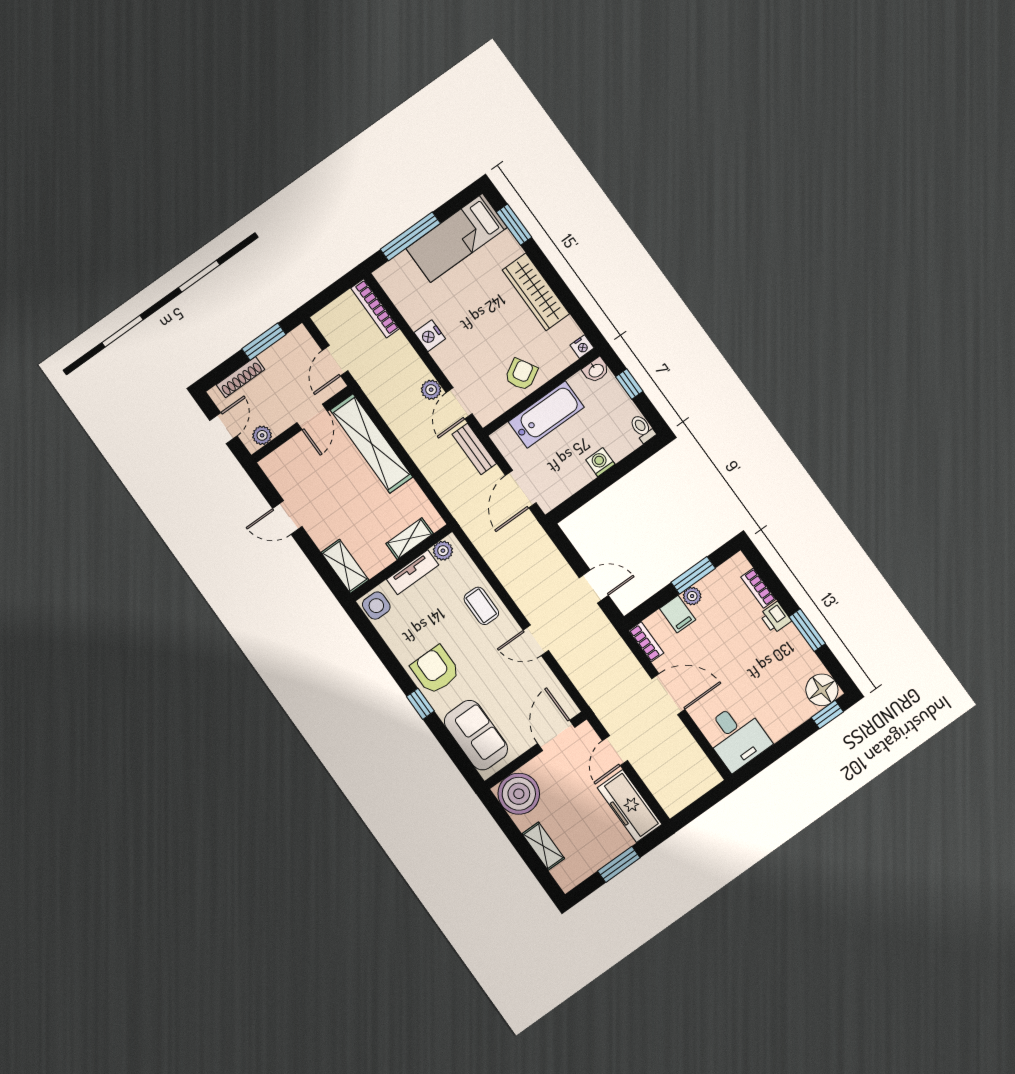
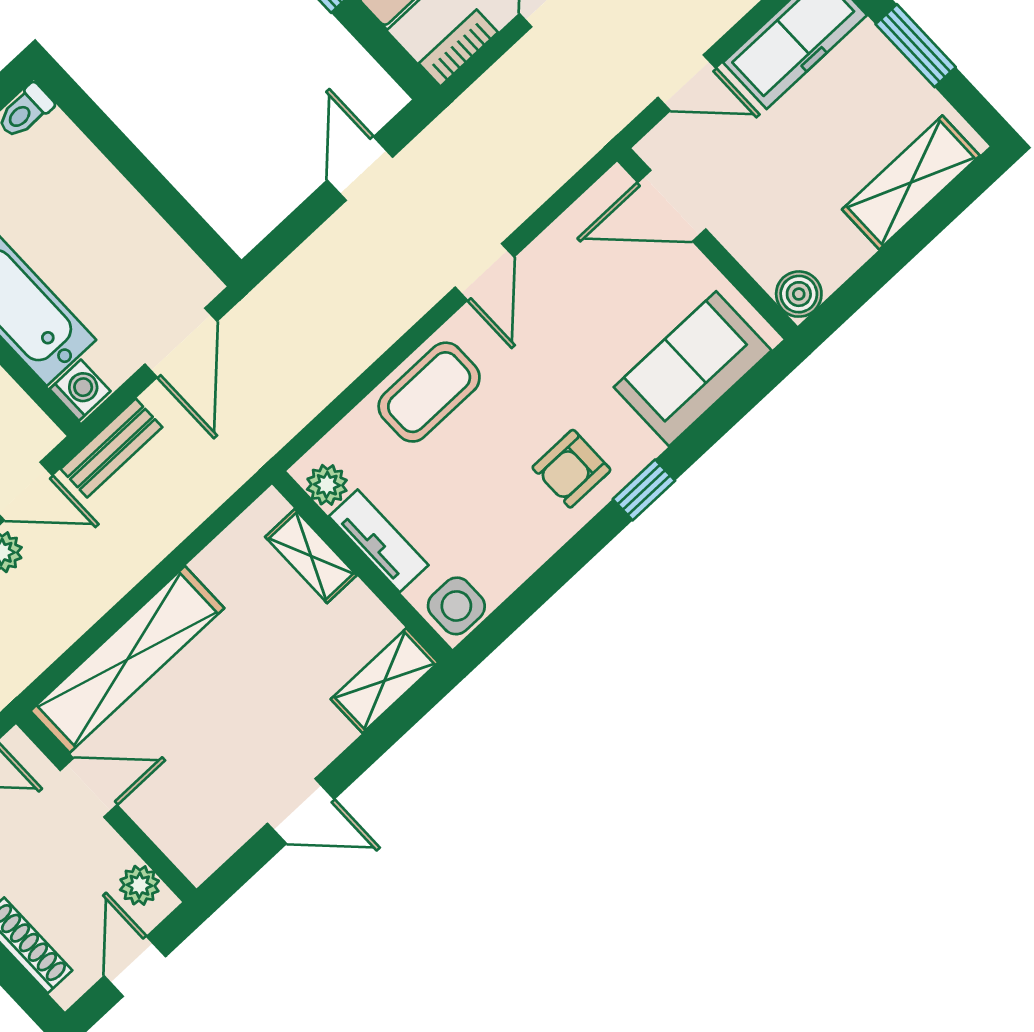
door: (223, 428) -> (135, 966), hinge flipped
washing machine: (600, 462) -> (80, 390), moved, turned 180
door: (521, 489) -> (181, 343), hinge flipped
door: (287, 518) -> (301, 811), hinge flipped
coffee table: (481, 606) -> (429, 392), width x1.36, depth x1.30
armchair: (435, 670) -> (571, 469), width x0.72, depth x0.72
boiler: (519, 794) -> (799, 294), width x0.54, depth x0.54
shelving: (543, 846) -> (911, 182), width x1.50, depth x1.33

